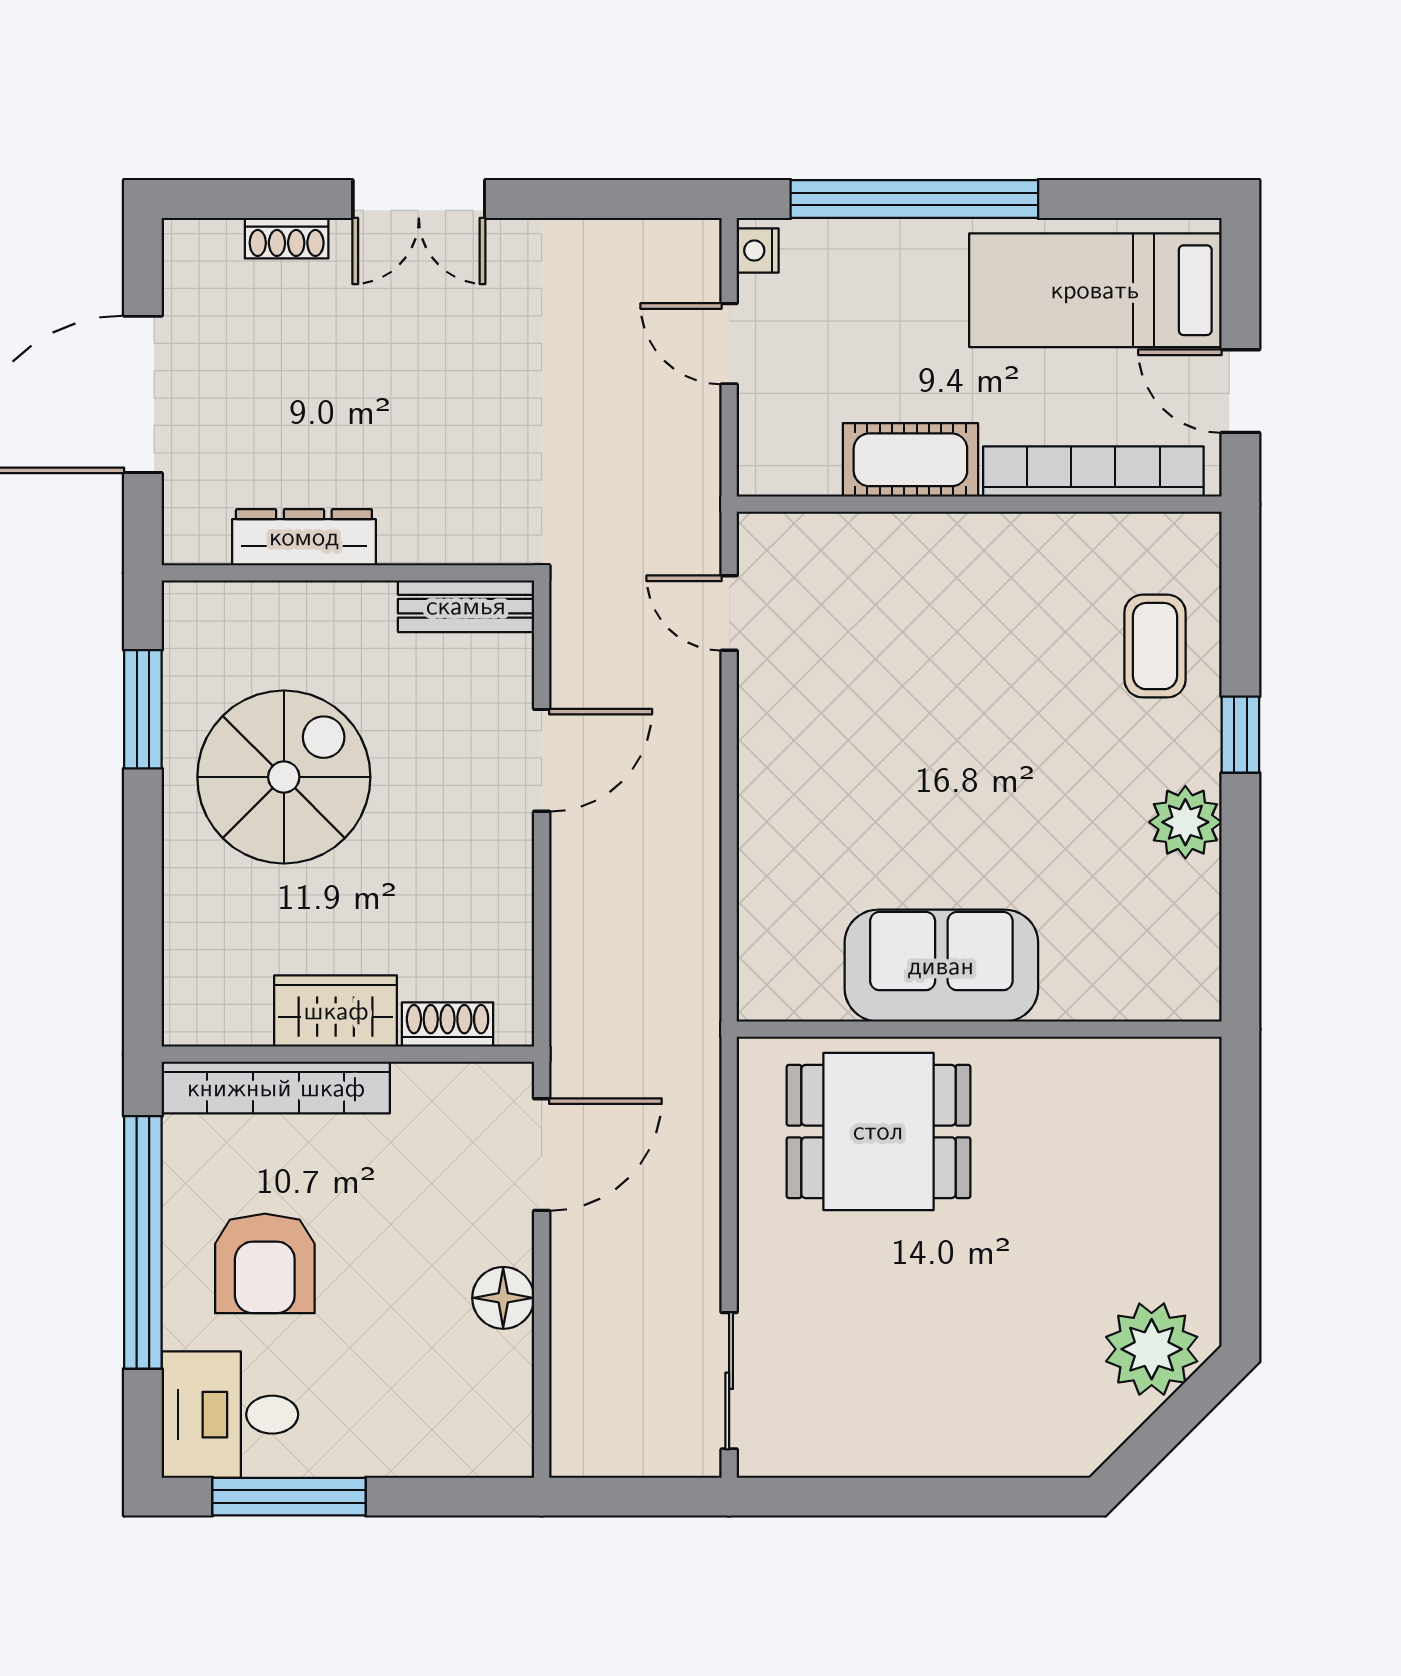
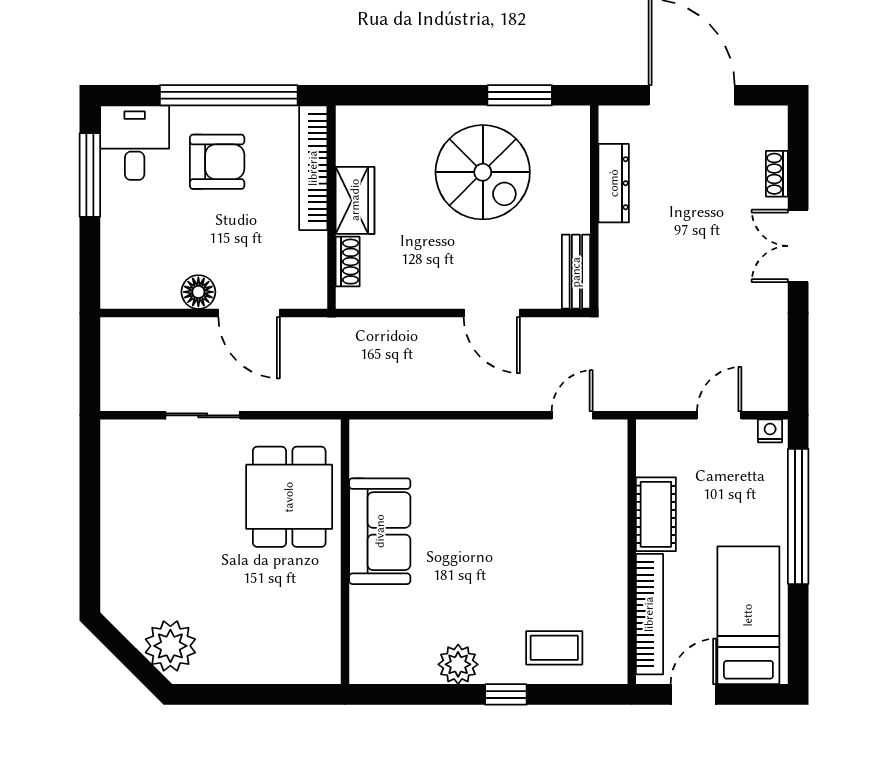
door: (542, 1155) -> (249, 313), moved
armchair: (265, 1263) -> (217, 162), turned 180
sliding door: (729, 1381) -> (203, 415), moved

